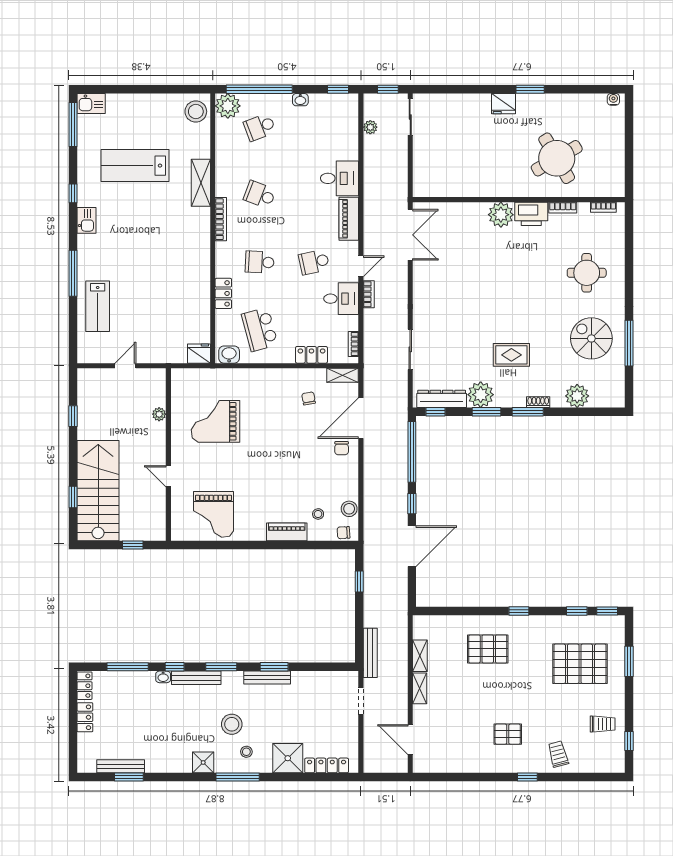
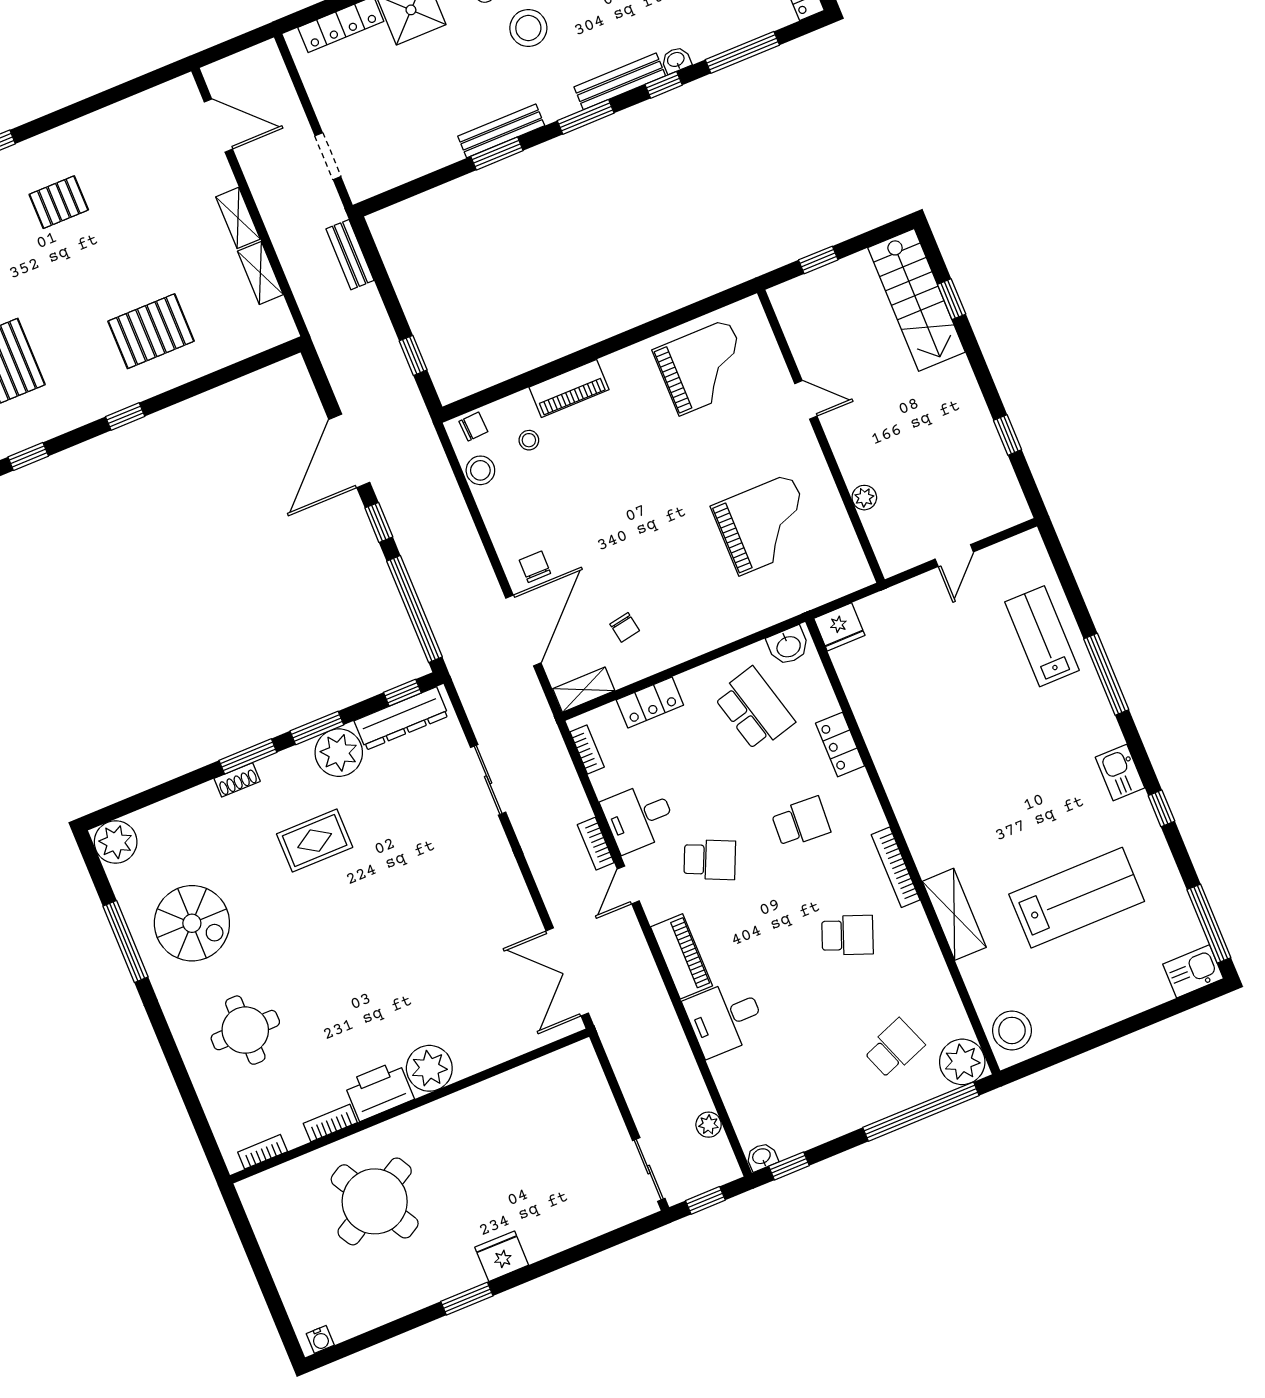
washbasin: (300, 100) -> (762, 1157), moved
school desk: (314, 262) -> (710, 860), turned 36
plant: (577, 396) -> (116, 842), moved
stairs: (98, 491) -> (916, 300), width x0.73, depth x0.66
grand piano: (214, 514) -> (704, 367), turned 90
bench: (370, 653) -> (350, 255), width x0.73

